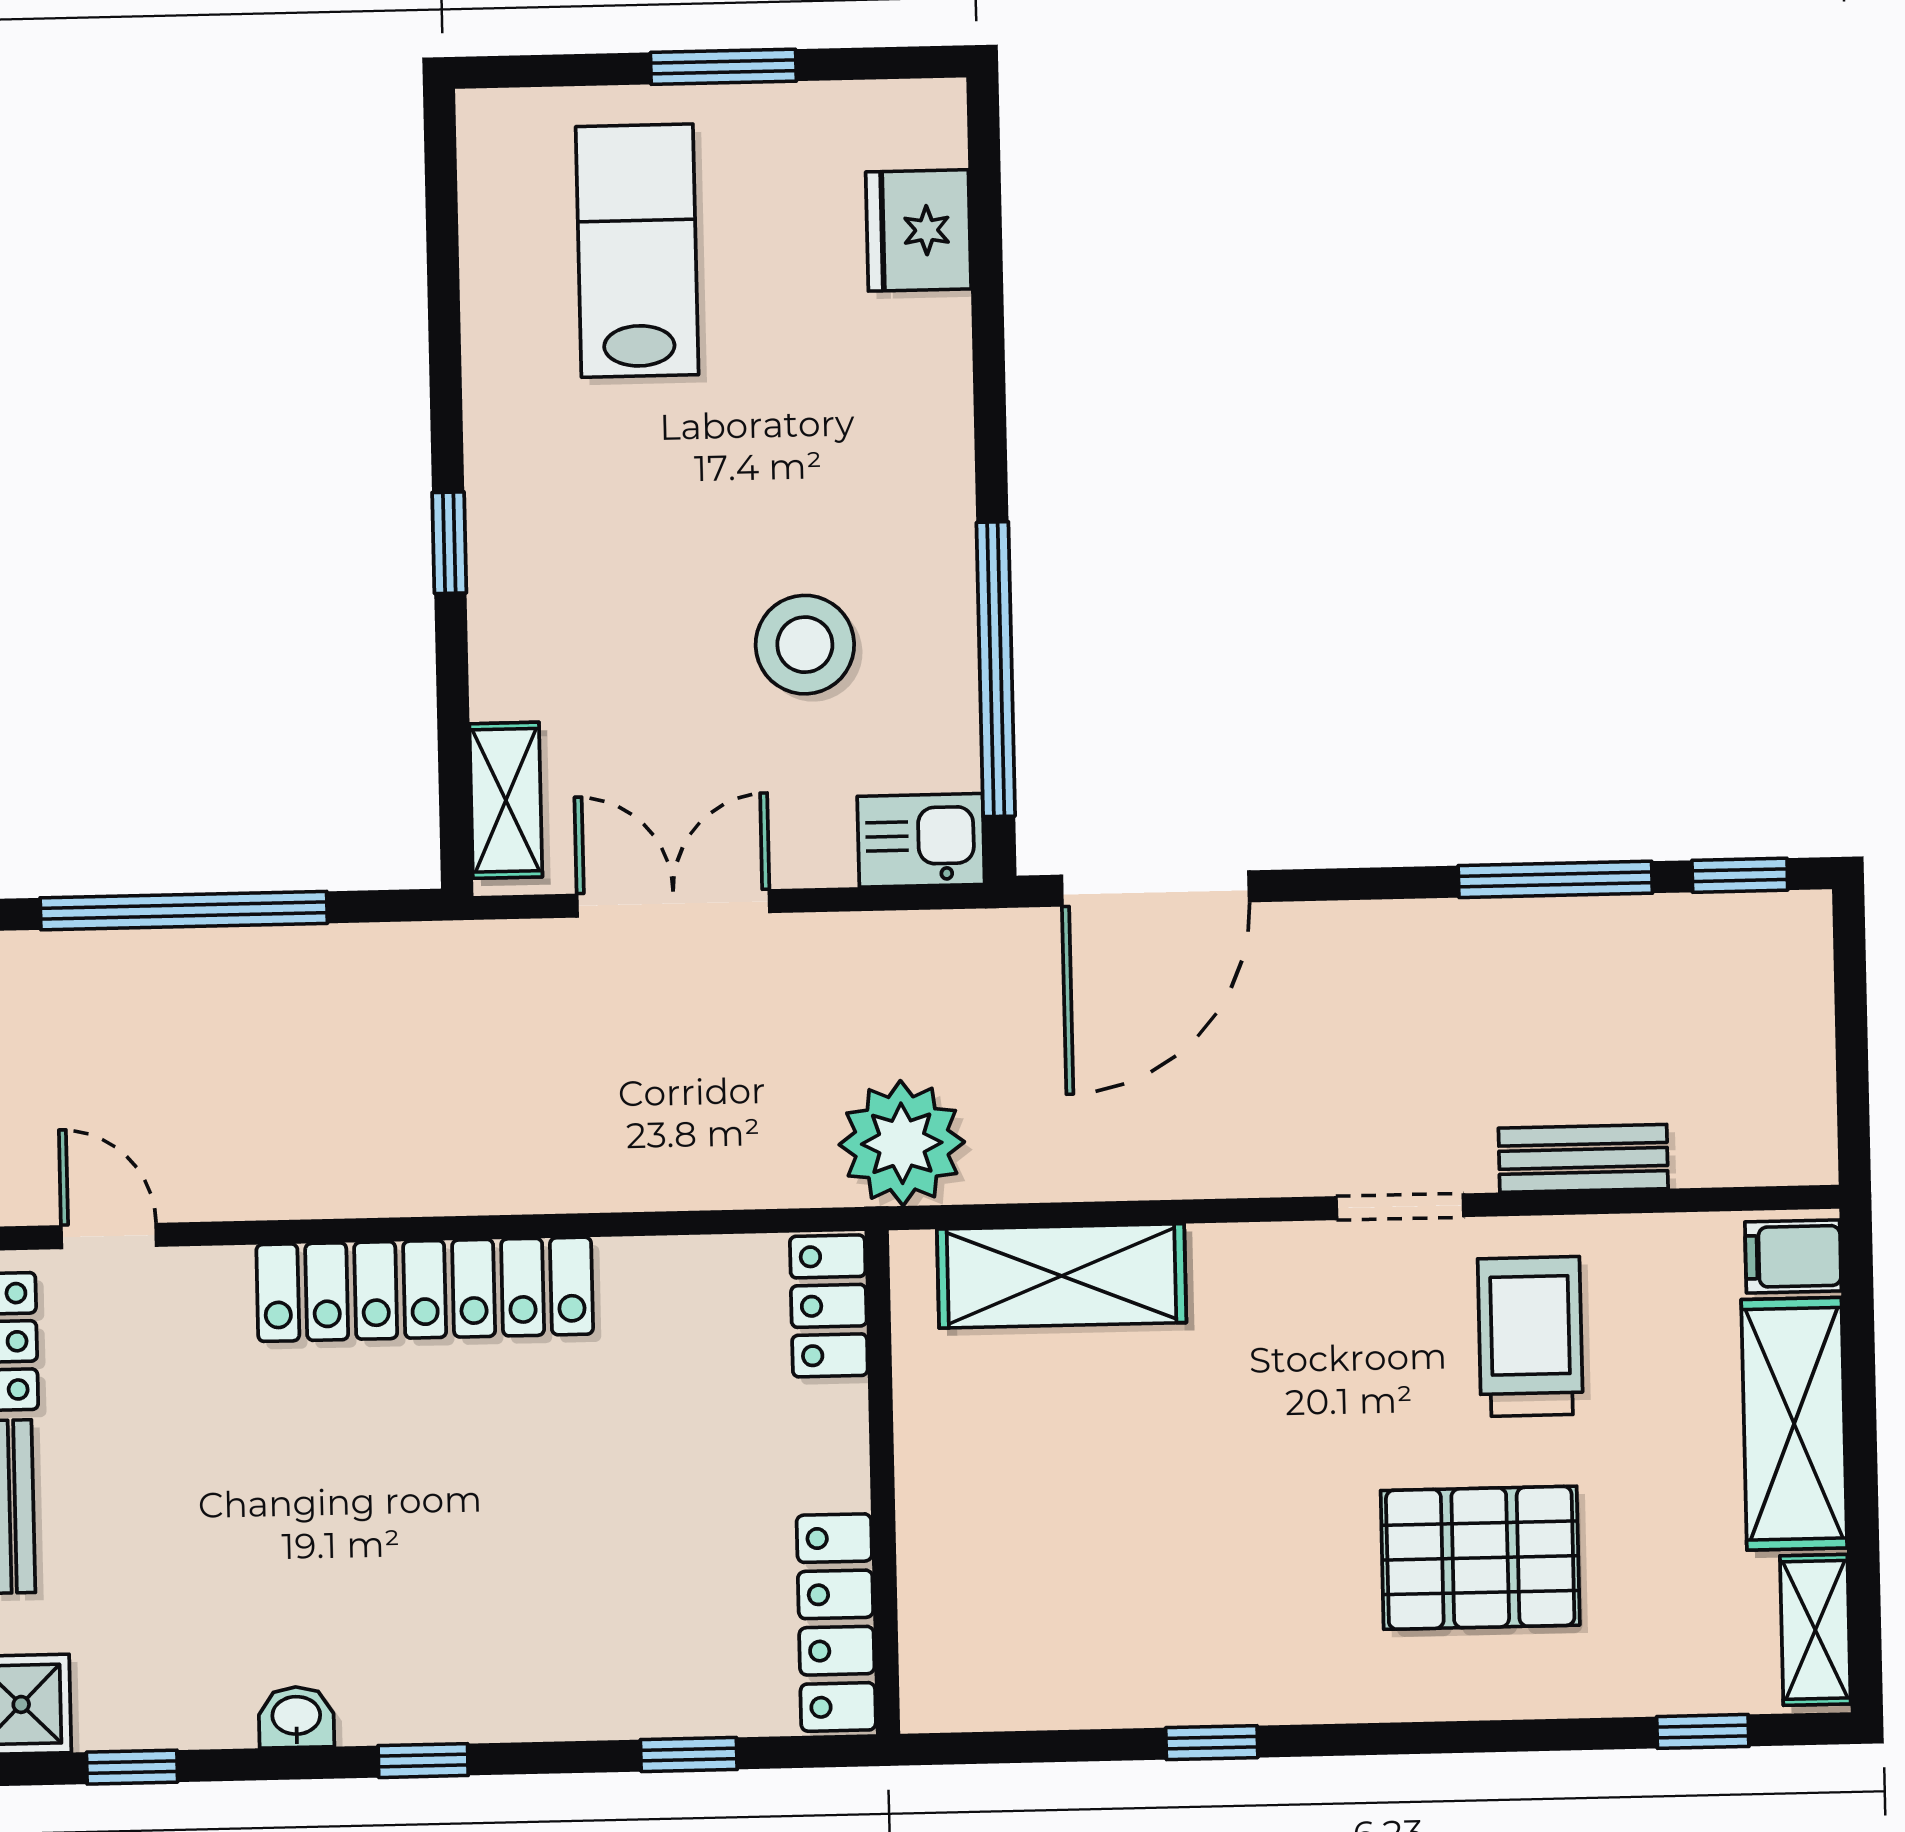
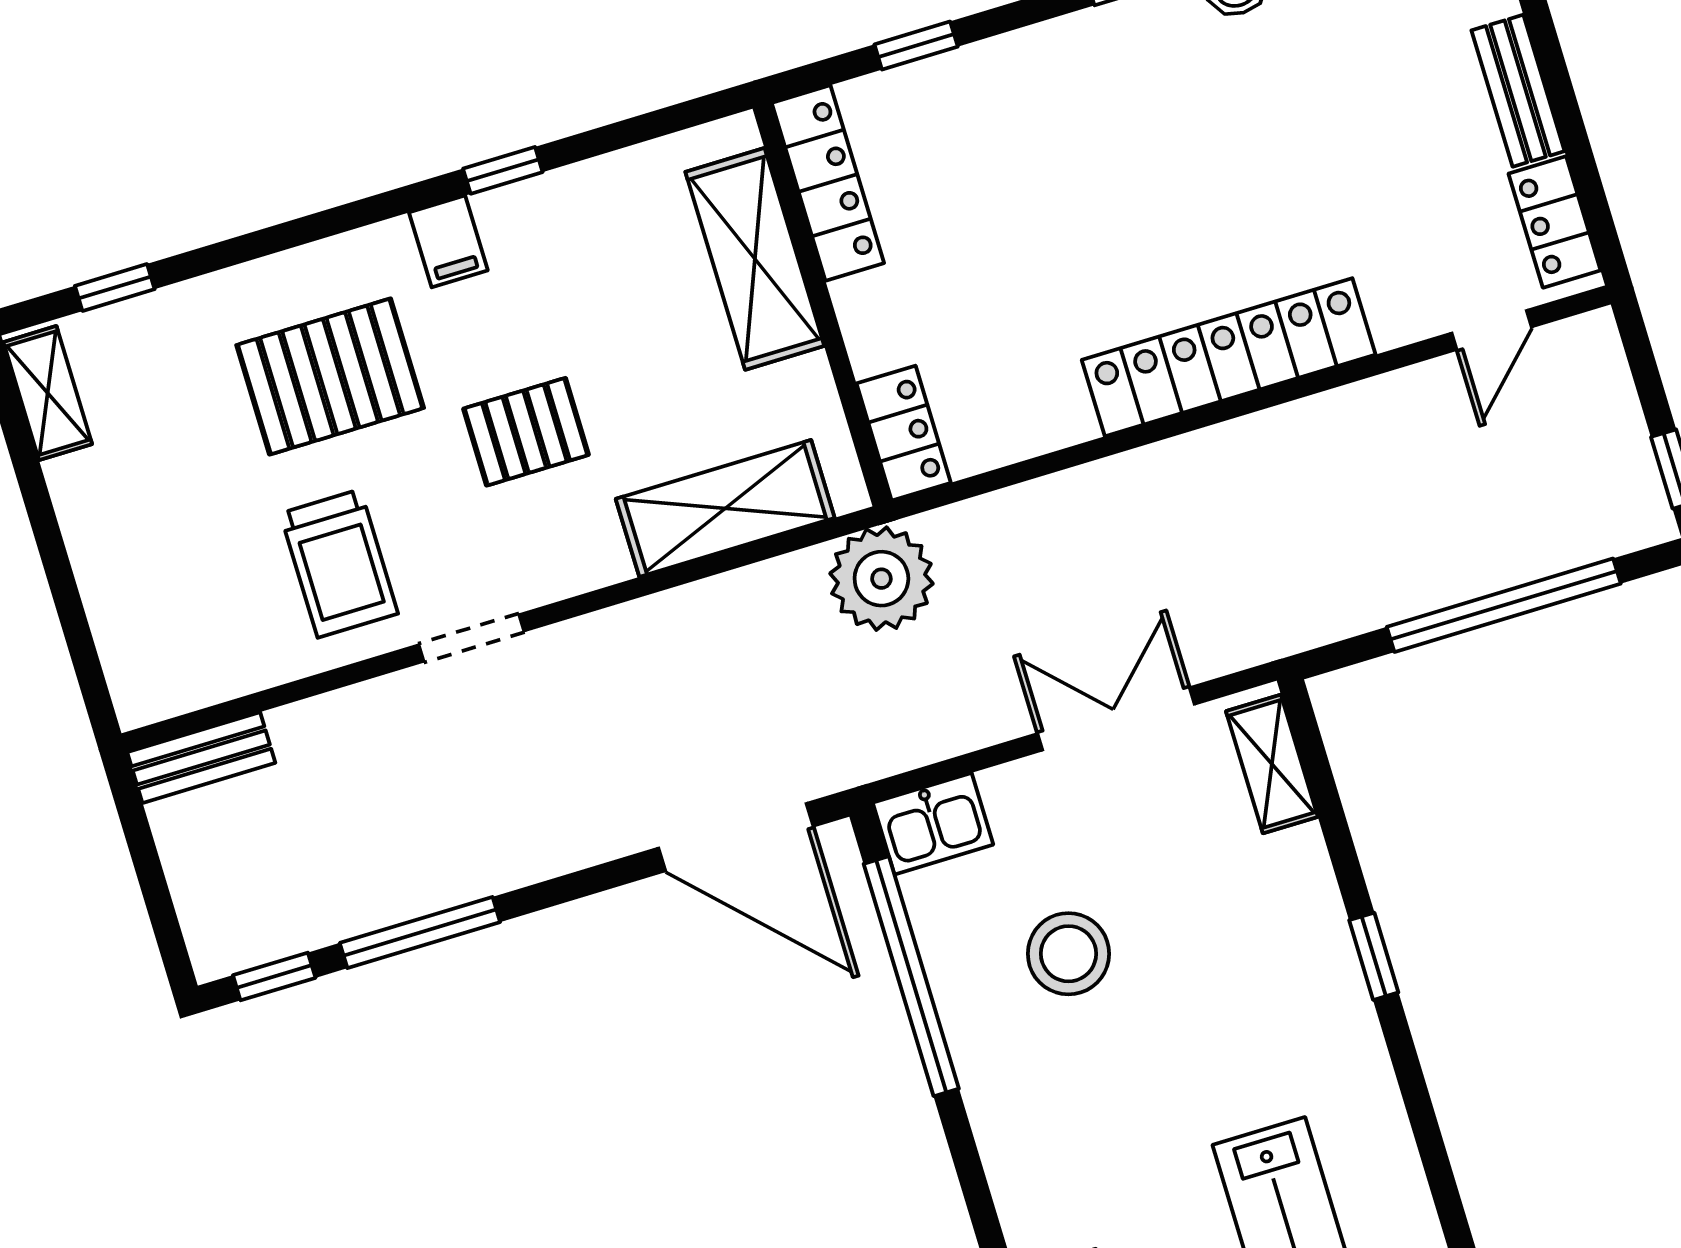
door: (1155, 888) -> (736, 837), swing flipped
double door: (673, 903) -> (1116, 719), swing flipped
bench: (1583, 1158) -> (201, 758), moved
door: (109, 1236) -> (1492, 330), hinge flipped
filing cabinet: (1793, 1256) -> (448, 241), moved, turned 90
shelving: (1794, 1424) -> (755, 259), moved
pallet: (1269, 1430) -> (526, 432), added

